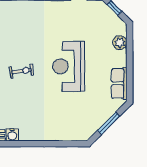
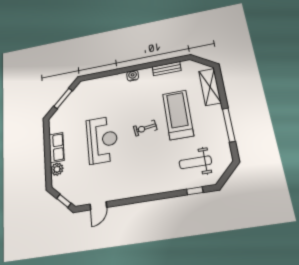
row of seats: (119, 83) -> (56, 147), moved
water cooler: (12, 135) -> (133, 76), moved

